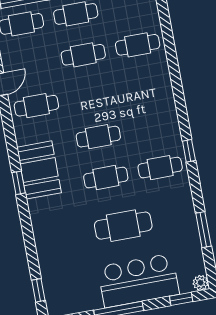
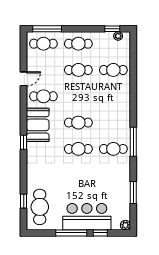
window: (189, 151) -> (133, 142), width x2.17
booth: (39, 170) -> (38, 125), moved
cafe table: (123, 226) -> (40, 207), moved, turned 90
window: (38, 290) -> (24, 201), moved
window: (181, 299) -> (100, 233), moved

